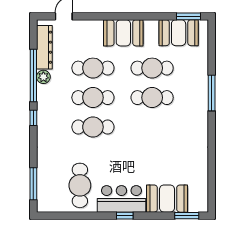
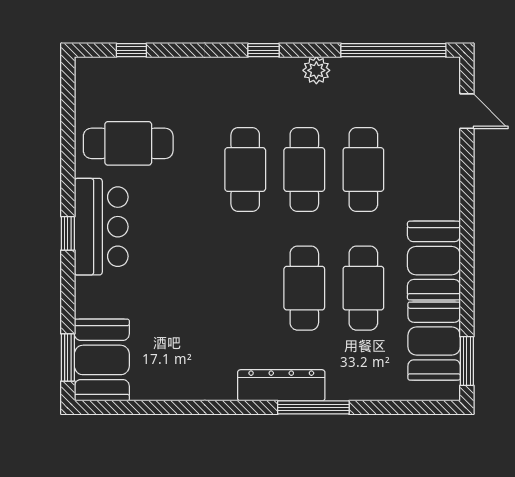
booth: (123, 33) -> (434, 261), moved
dresser: (44, 47) -> (281, 385), moved, turned 180
window: (33, 76) -> (393, 50), moved
plant: (43, 77) -> (316, 70), moved
window: (33, 184) -> (131, 50), width x0.46
booth: (167, 199) -> (102, 360), moved

